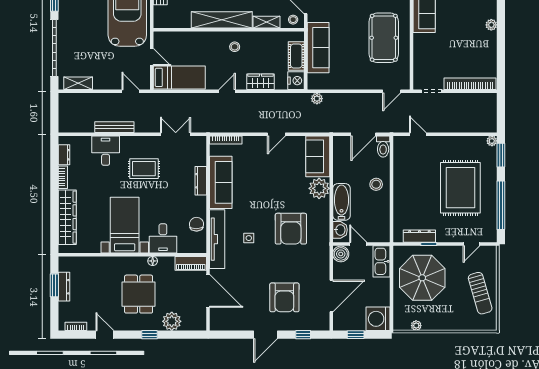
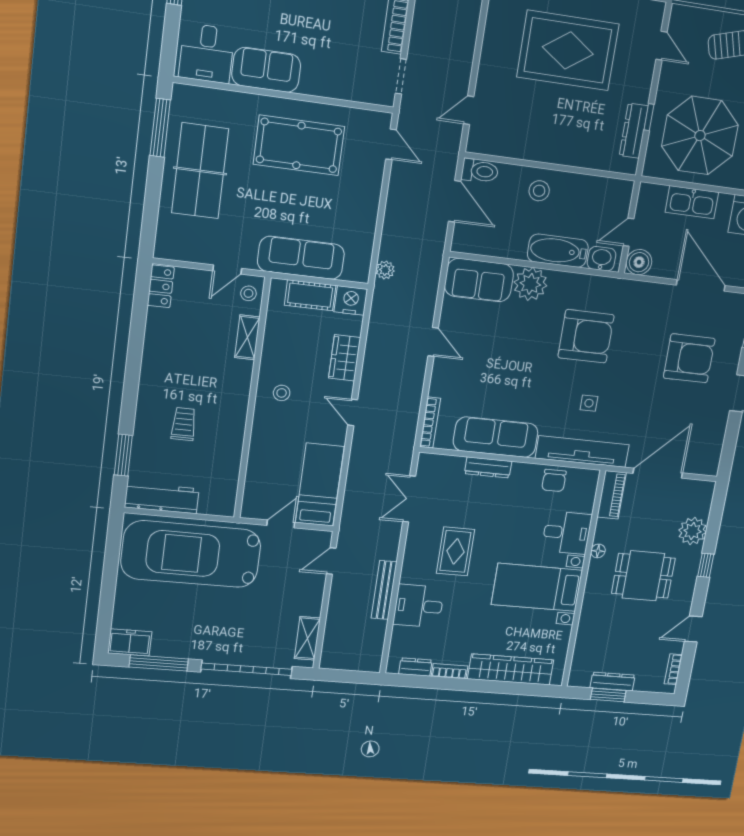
shelving: (222, 20) -> (234, 409), removed
chair: (196, 224) -> (554, 480), turned -89
kitchen sink: (382, 261) -> (692, 202), moved

